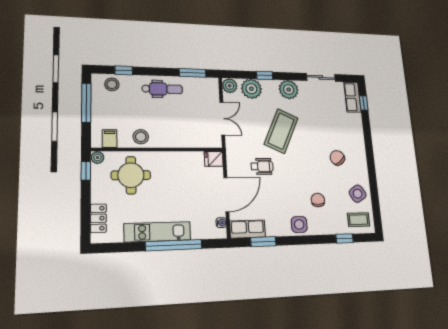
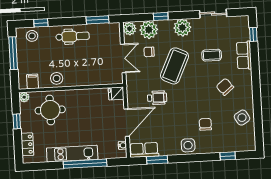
row of seats: (352, 97) -> (244, 55), moved
chair: (252, 113) -> (149, 52), added
window: (86, 171) -> (17, 121), moved
coffee table: (358, 220) -> (212, 55), moved

